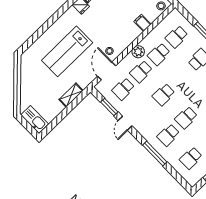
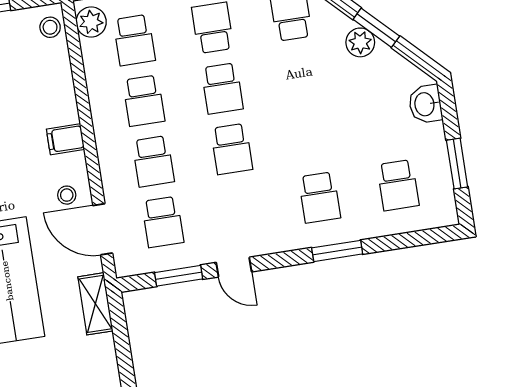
filing cabinet: (142, 23) -> (65, 139), moved
plant: (138, 52) -> (91, 22), moved
shelving: (71, 95) -> (95, 304), moved
school desk: (186, 118) -> (222, 88), moved
window: (155, 153) -> (337, 251), width x0.69

